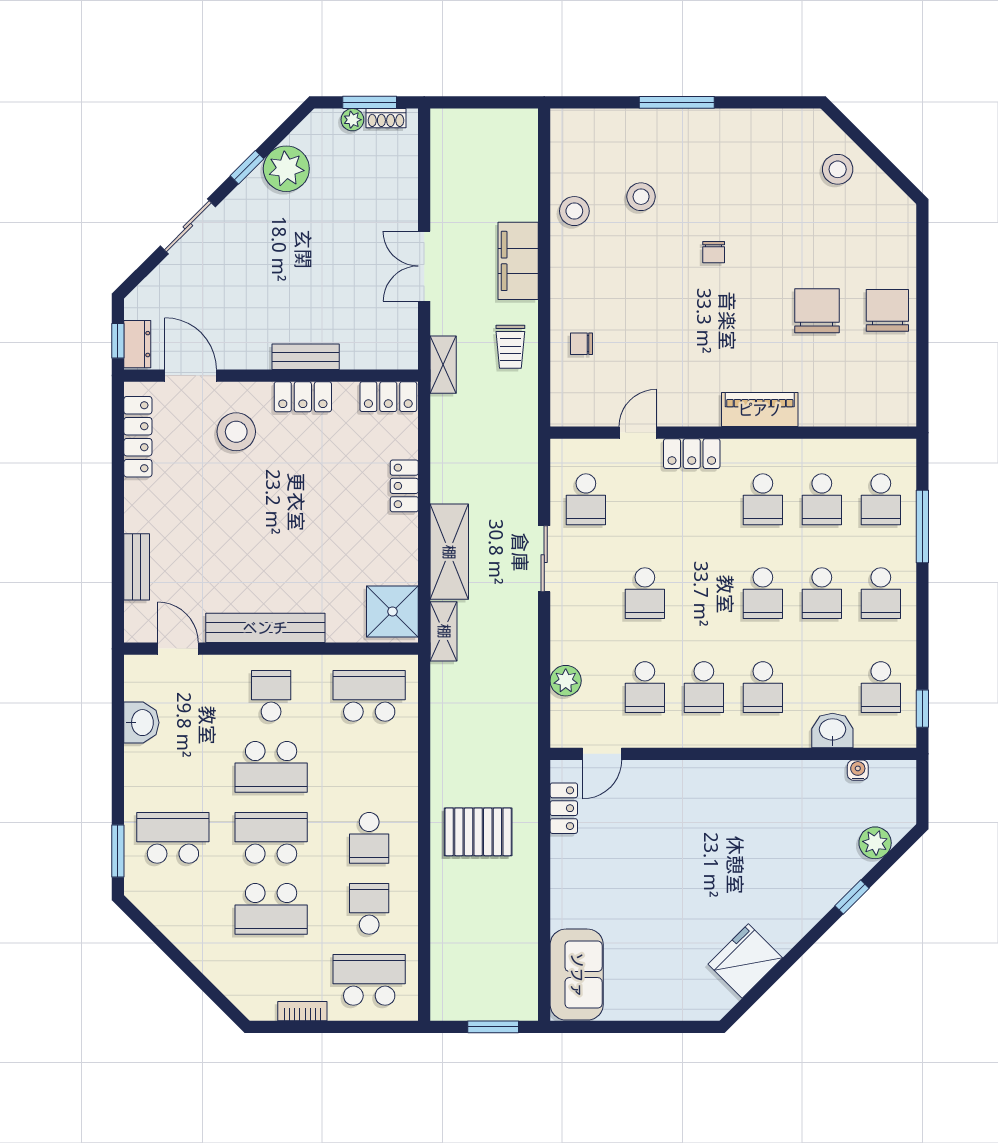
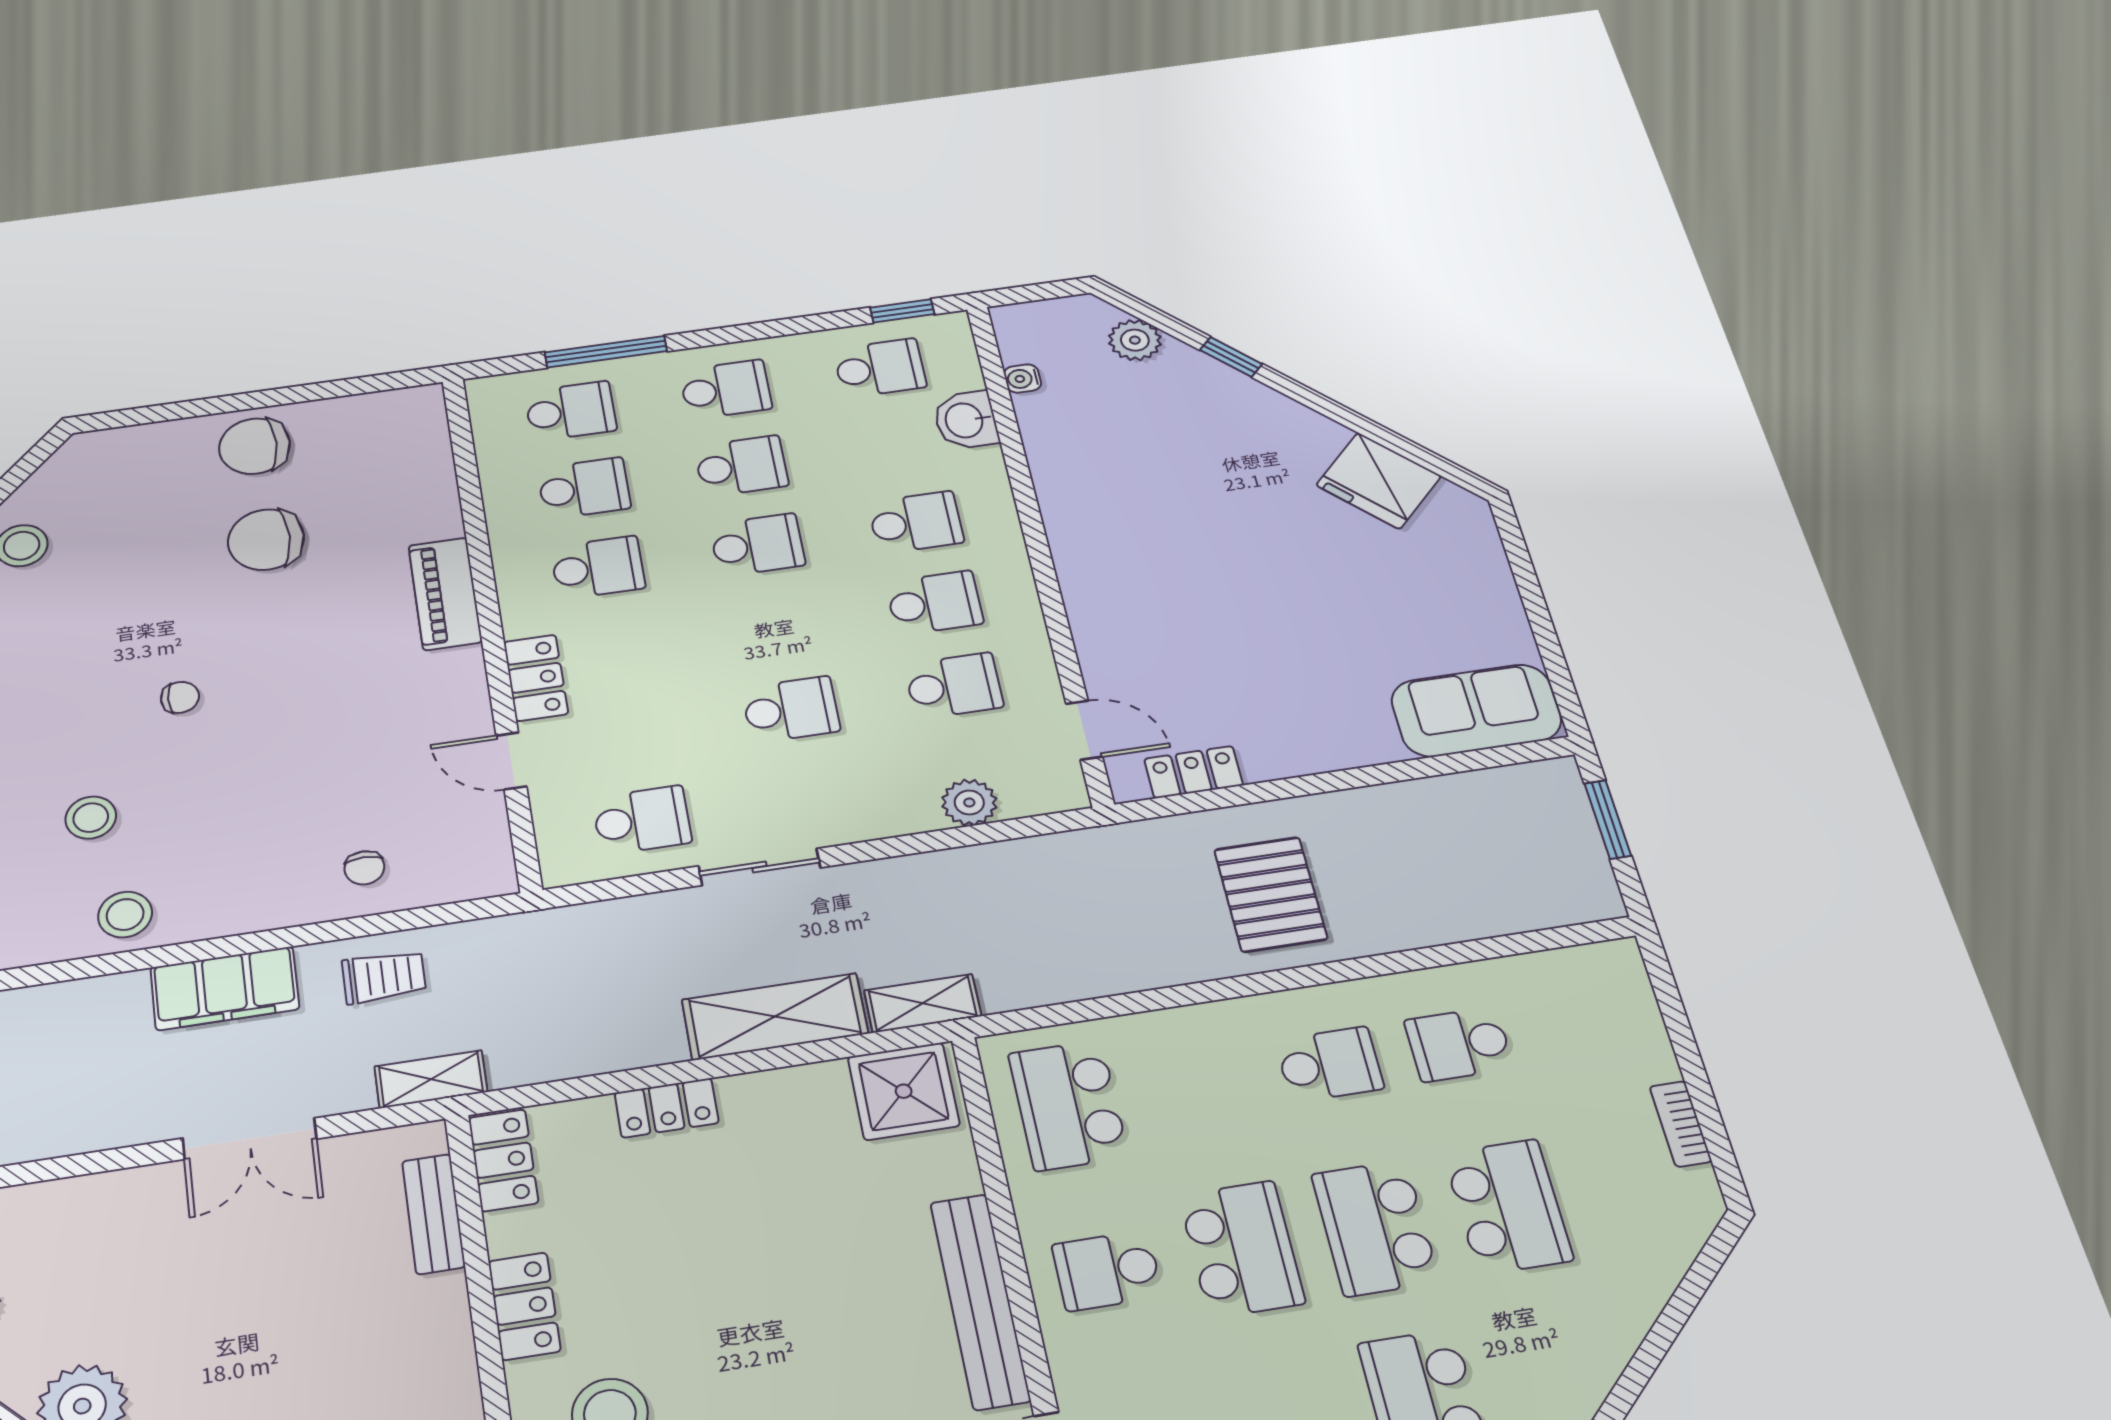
bench: (306, 357) -> (433, 1214), moved
school desk: (369, 980) -> (1588, 1024), removed

